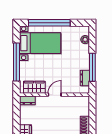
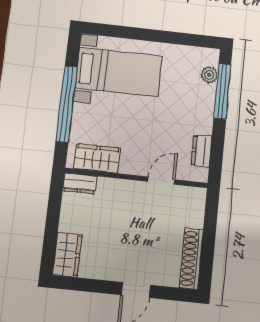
window: (49, 23) -> (141, 34), removed
window: (92, 67) -> (222, 91), moved
door: (55, 95) -> (161, 181), moved

